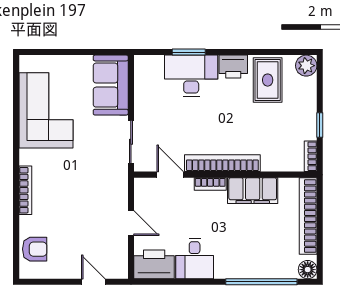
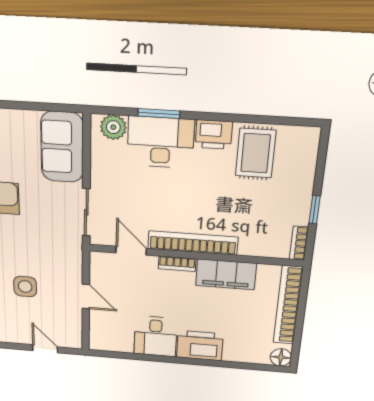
plant: (306, 66) -> (113, 127), moved
side table: (76, 218) -> (25, 286), added
printer: (154, 264) -> (200, 346), moved
window: (261, 282) -> (228, 364), removed

